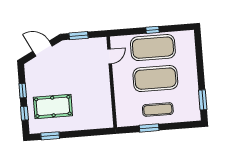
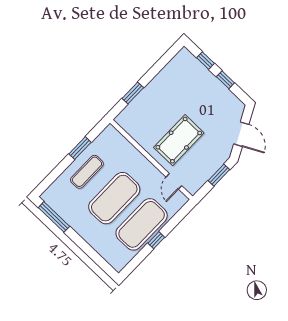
door: (43, 49) -> (241, 134), hinge flipped
window: (203, 100) -> (54, 217), width x1.44
pool table: (53, 106) -> (179, 140), moved
window: (50, 136) -> (133, 93), moved

